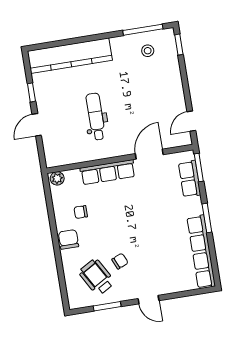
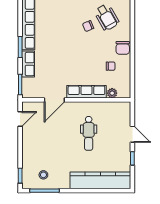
door: (37, 125) -> (132, 134), hinge flipped
plant: (57, 178) -> (112, 93), moved
row of seats: (190, 179) -> (28, 64), moved

